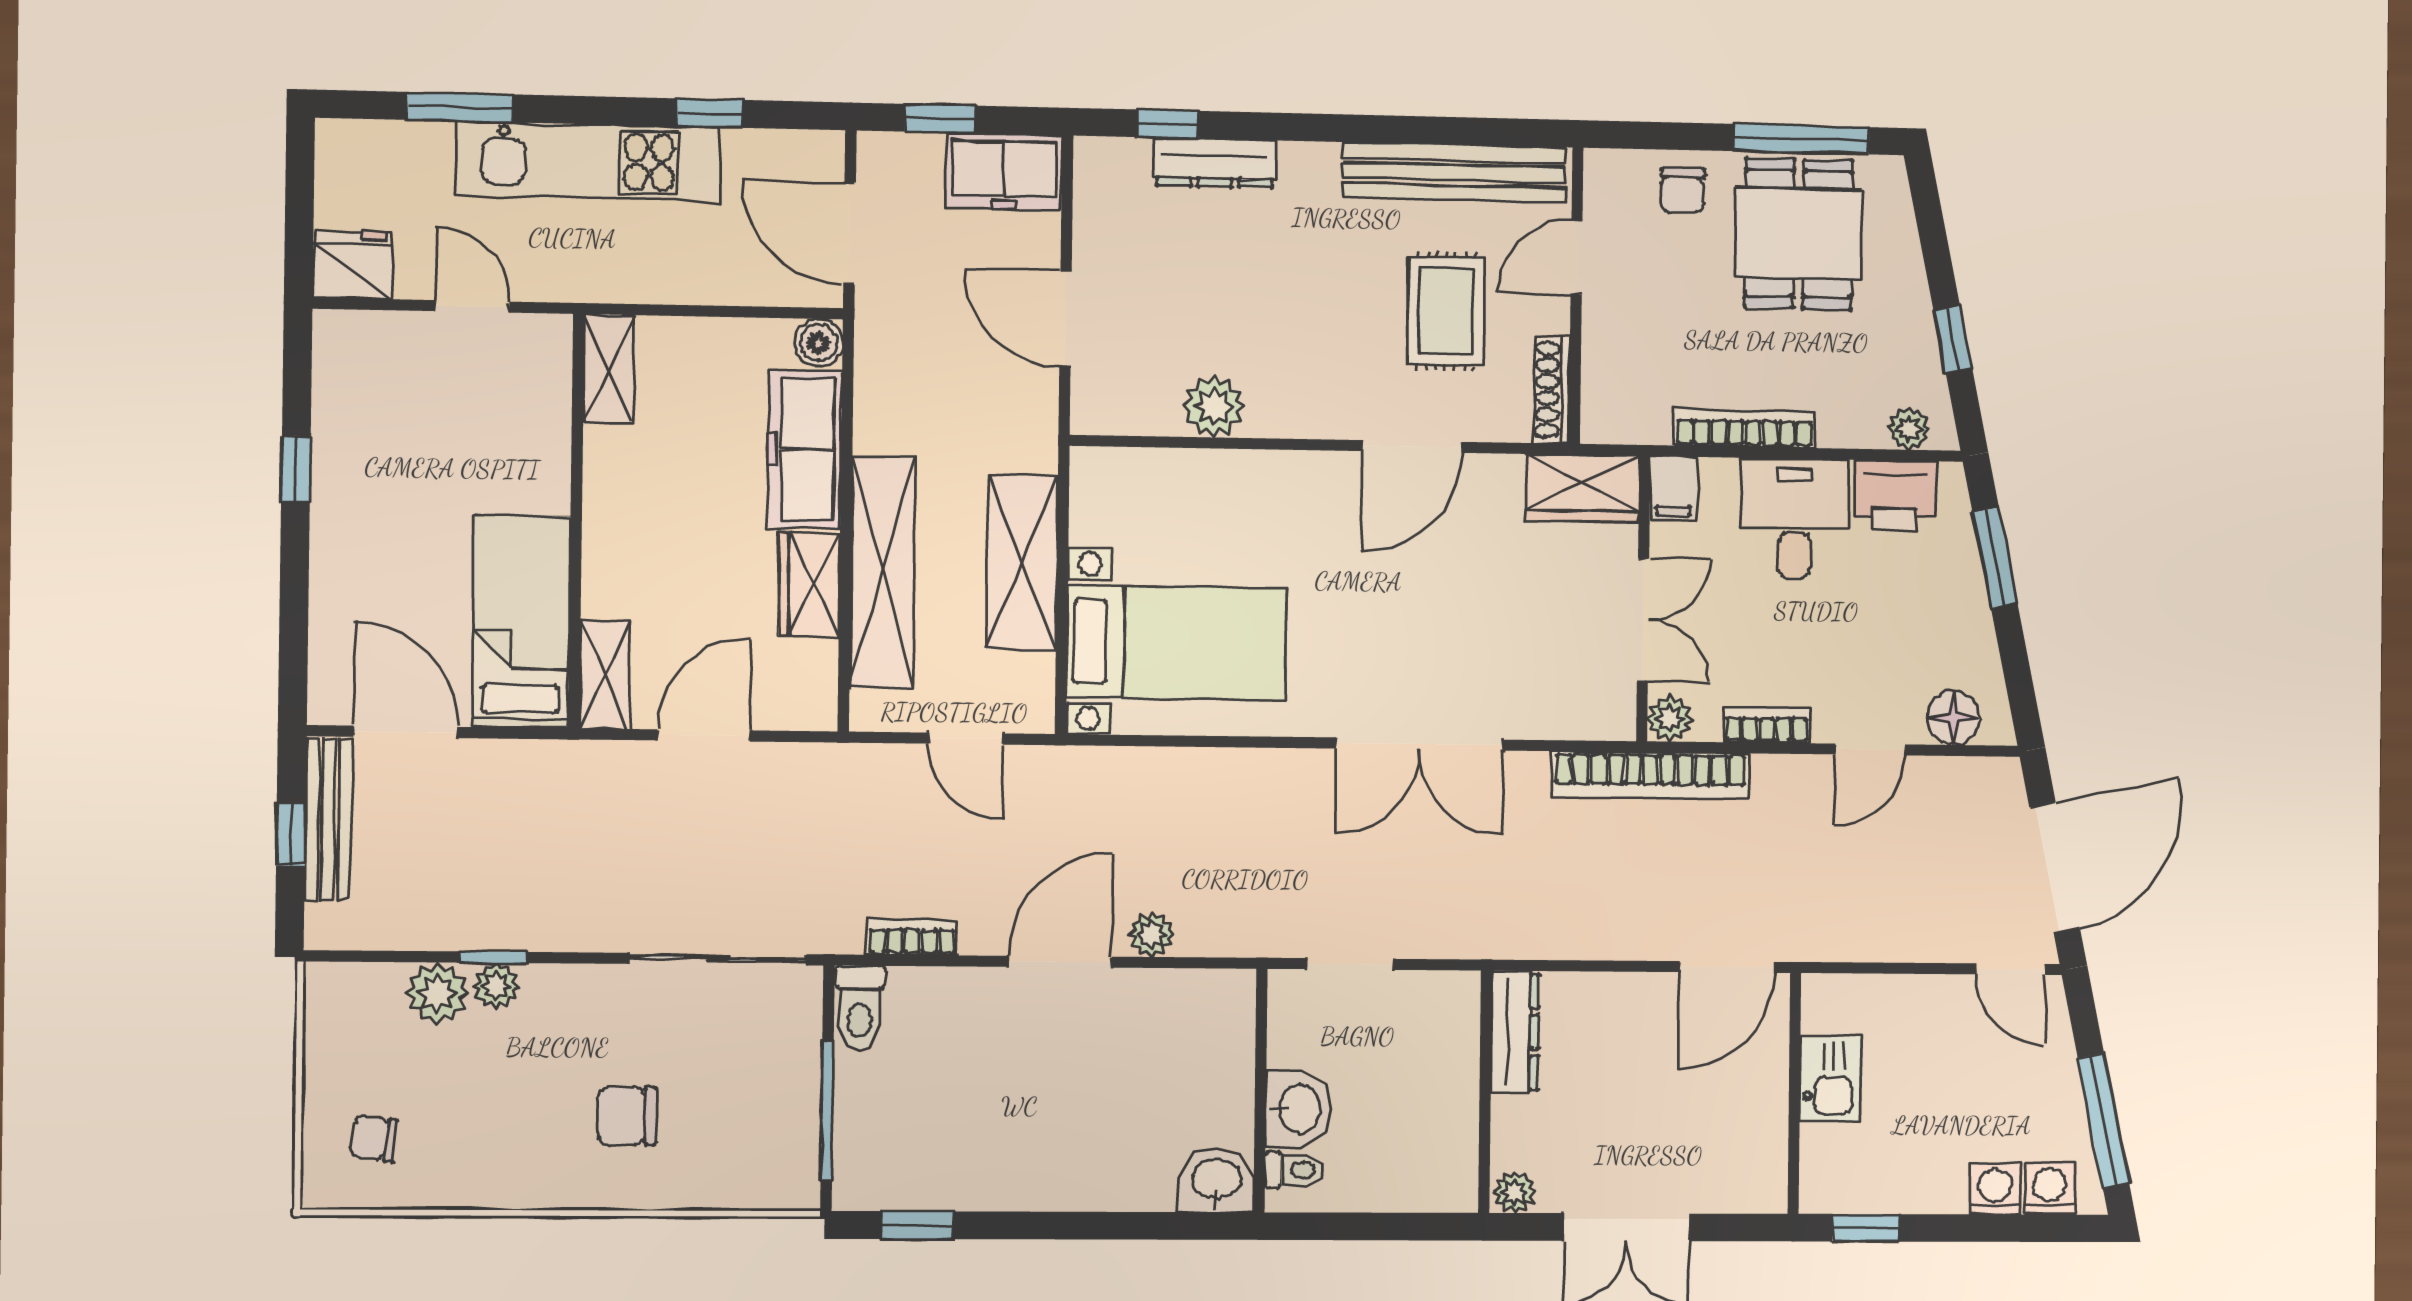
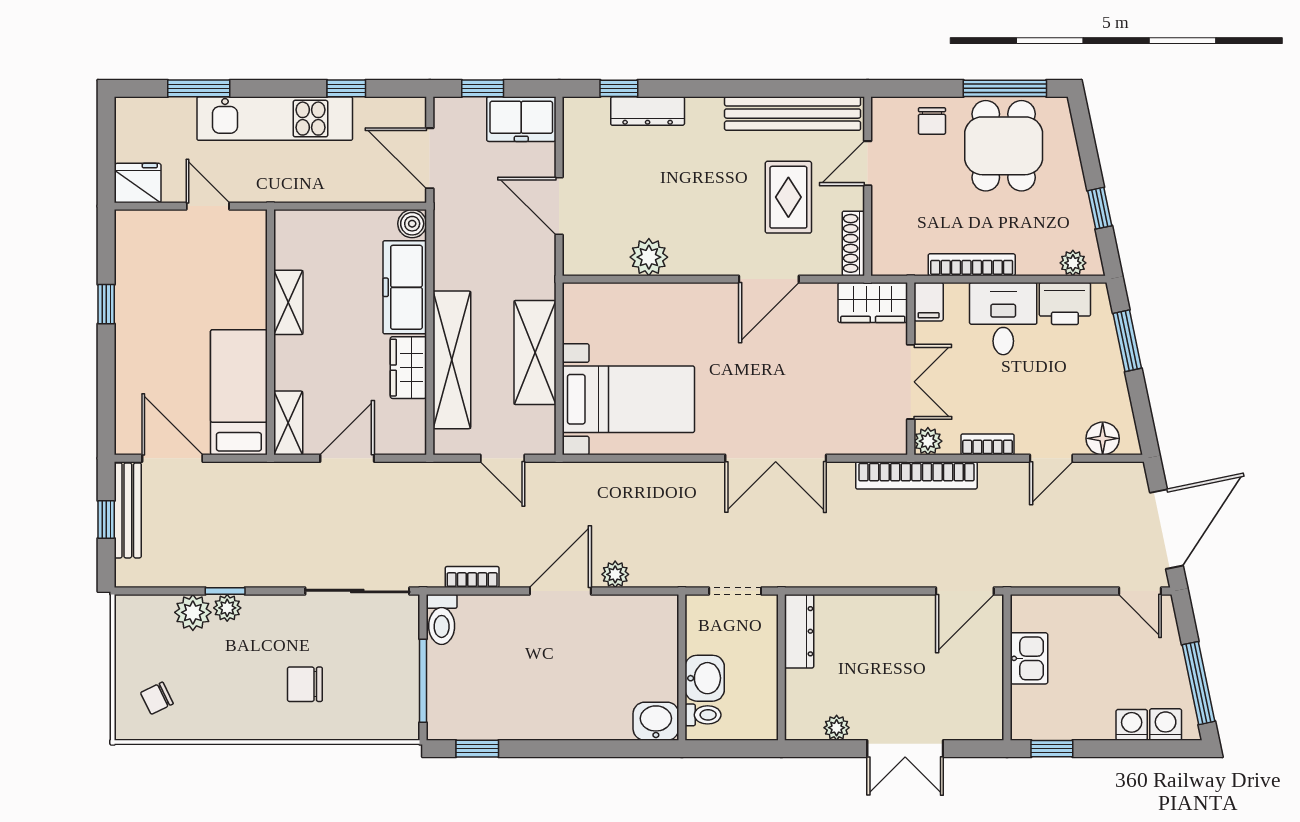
shelving: (609, 369) -> (288, 302), moved
dresser: (1515, 1032) -> (799, 631), moved
wall: (1485, 1092) -> (781, 667), moved
chair: (374, 1138) -> (157, 698), turned -33

